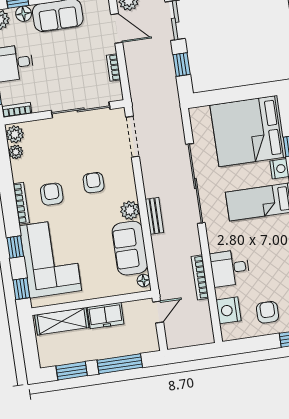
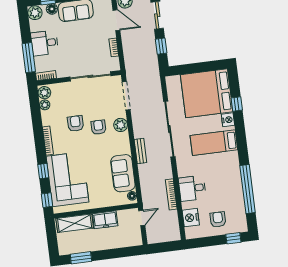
armchair: (52, 194) -> (75, 123), moved
plant: (130, 210) -> (121, 125), moved
window: (120, 364) -> (114, 253), removed

